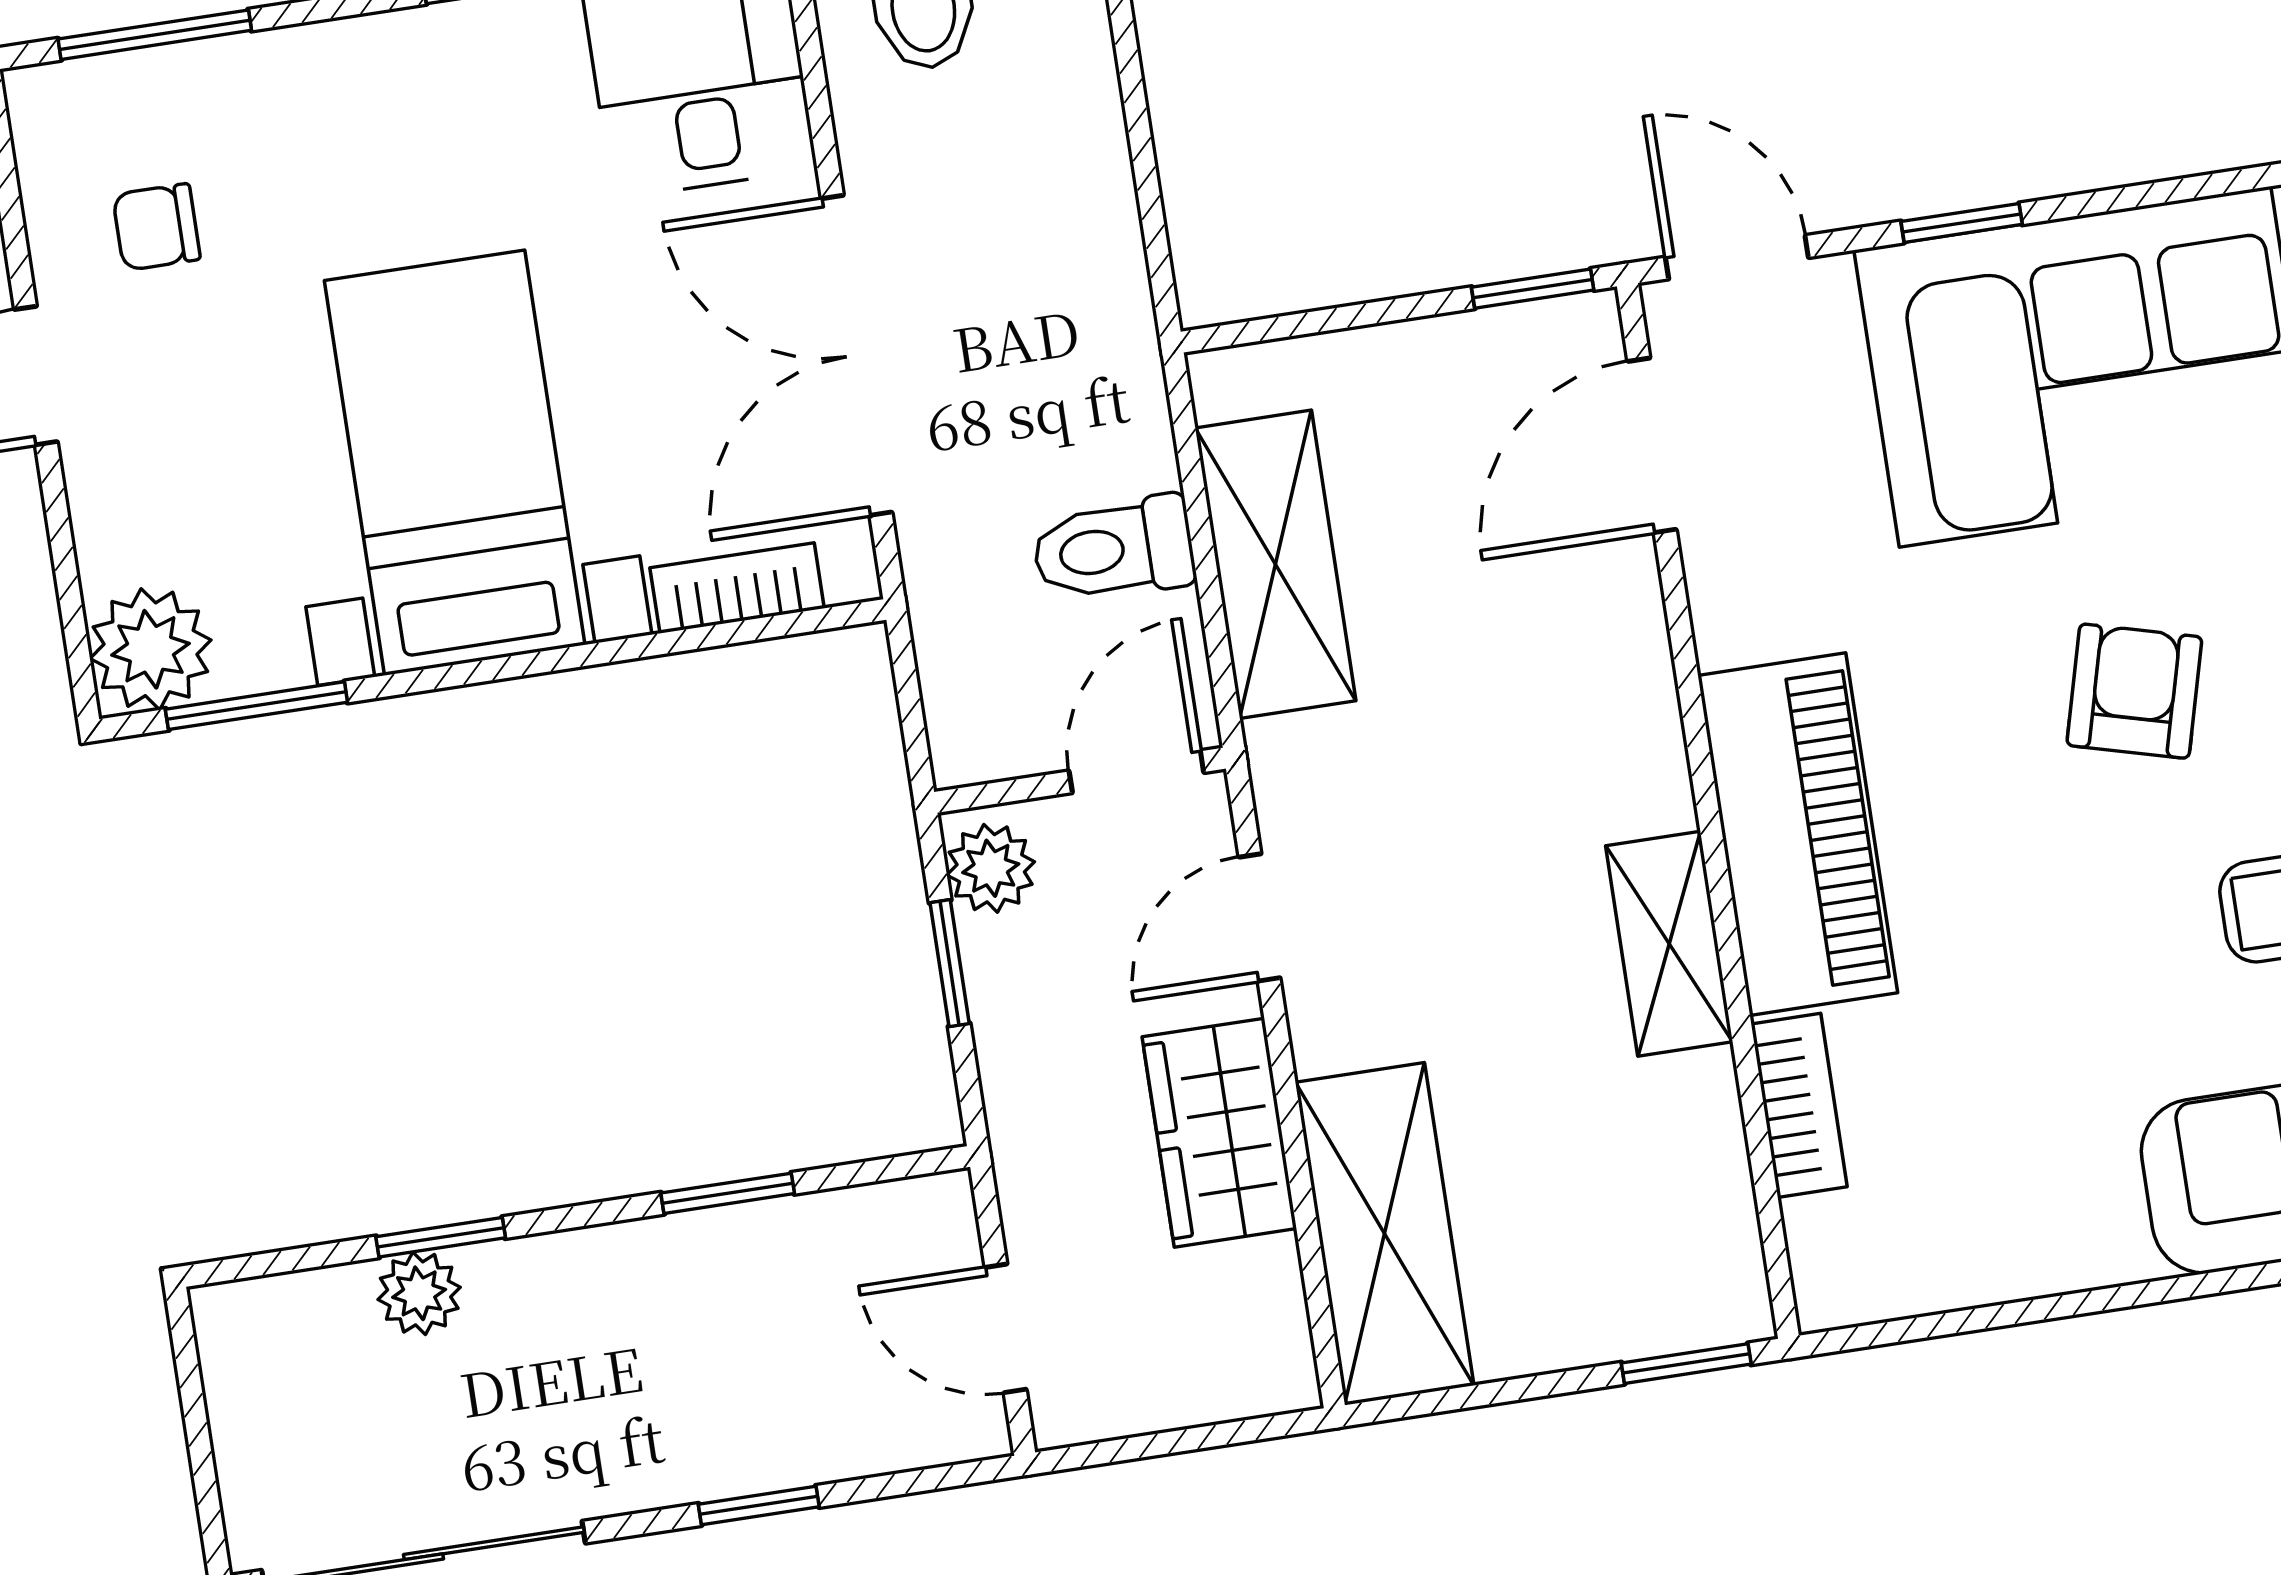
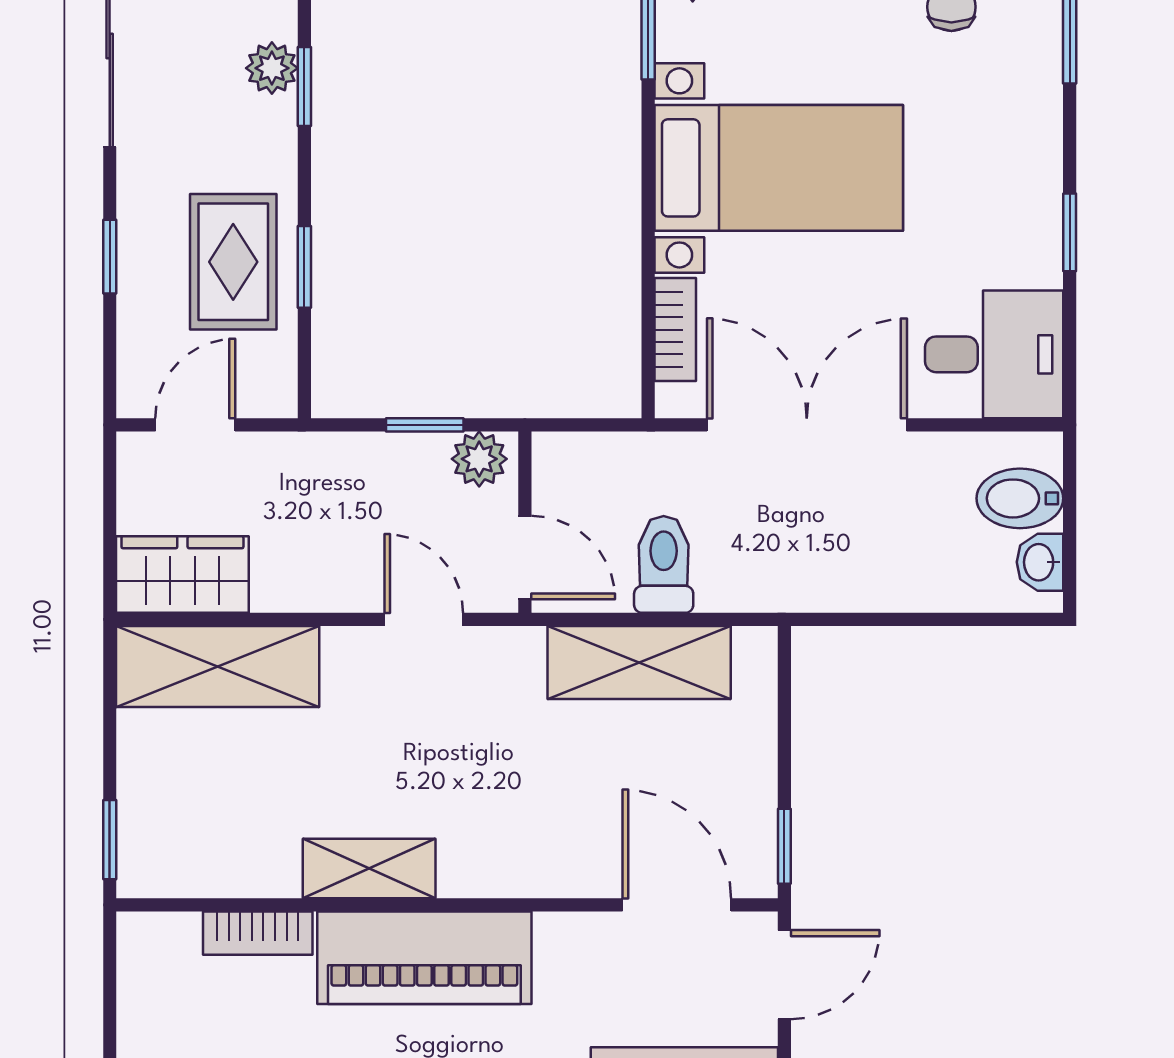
wardrobe: (1219, 1133) -> (182, 575), moved
rug: (737, 1308) -> (233, 262), added

